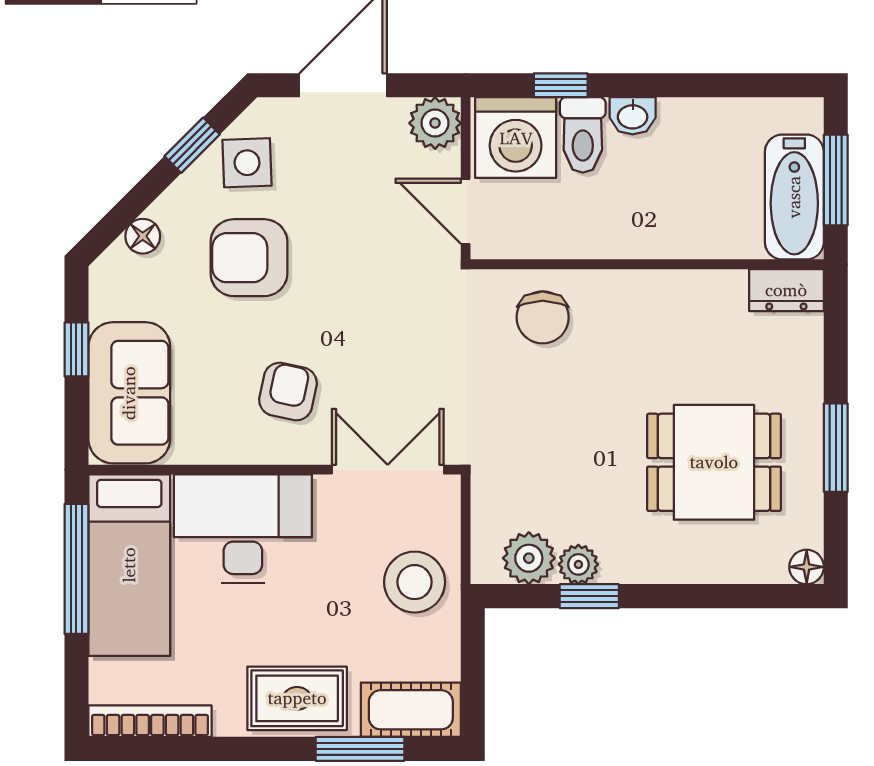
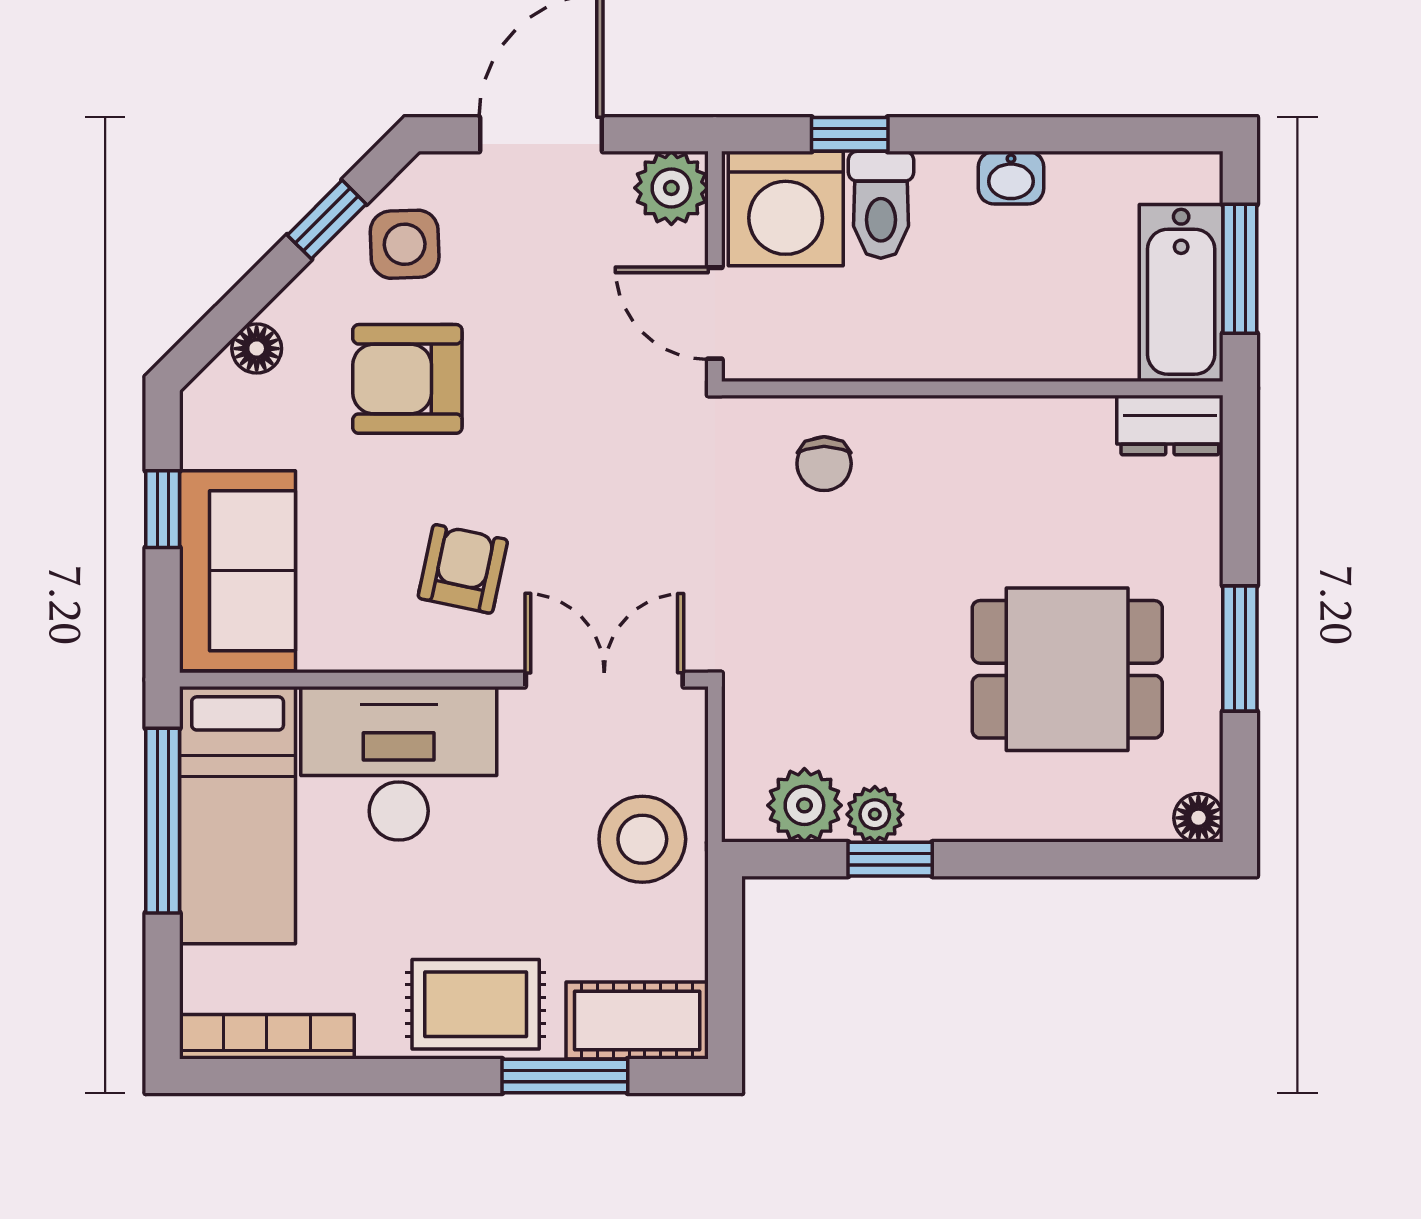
washbasin: (633, 116) -> (1011, 178), moved
chair: (543, 317) -> (824, 464), width x0.73, depth x0.73

